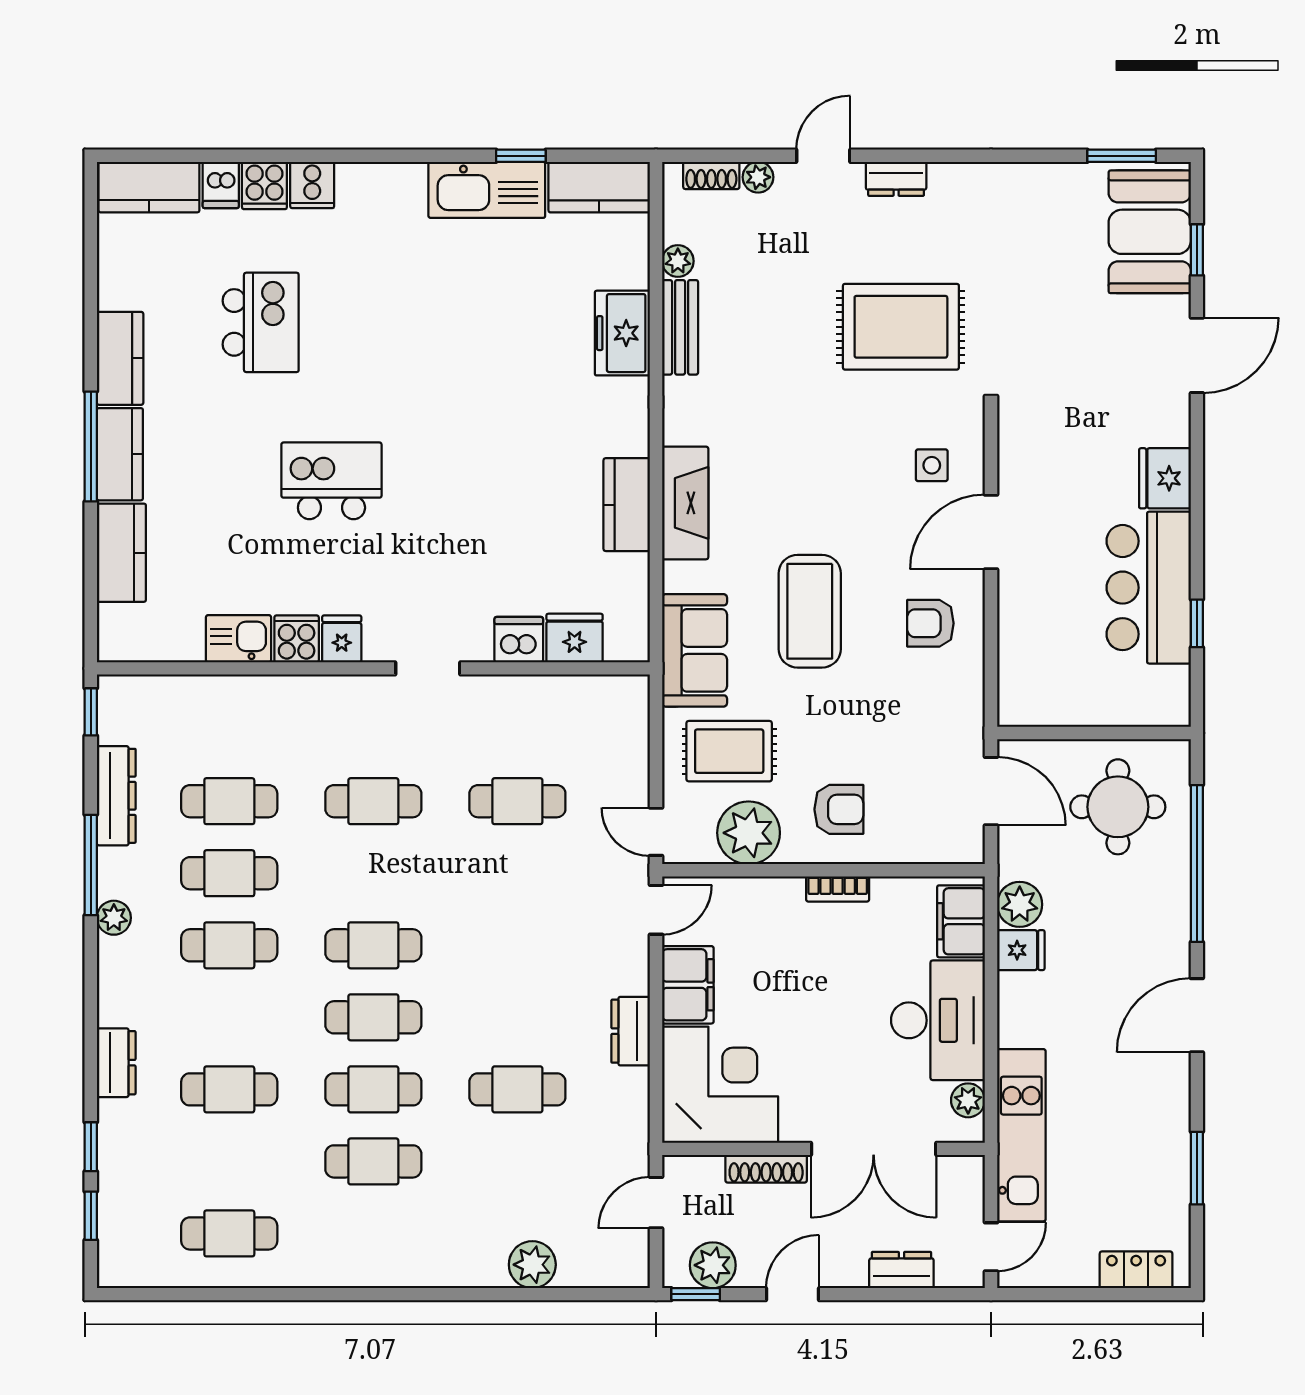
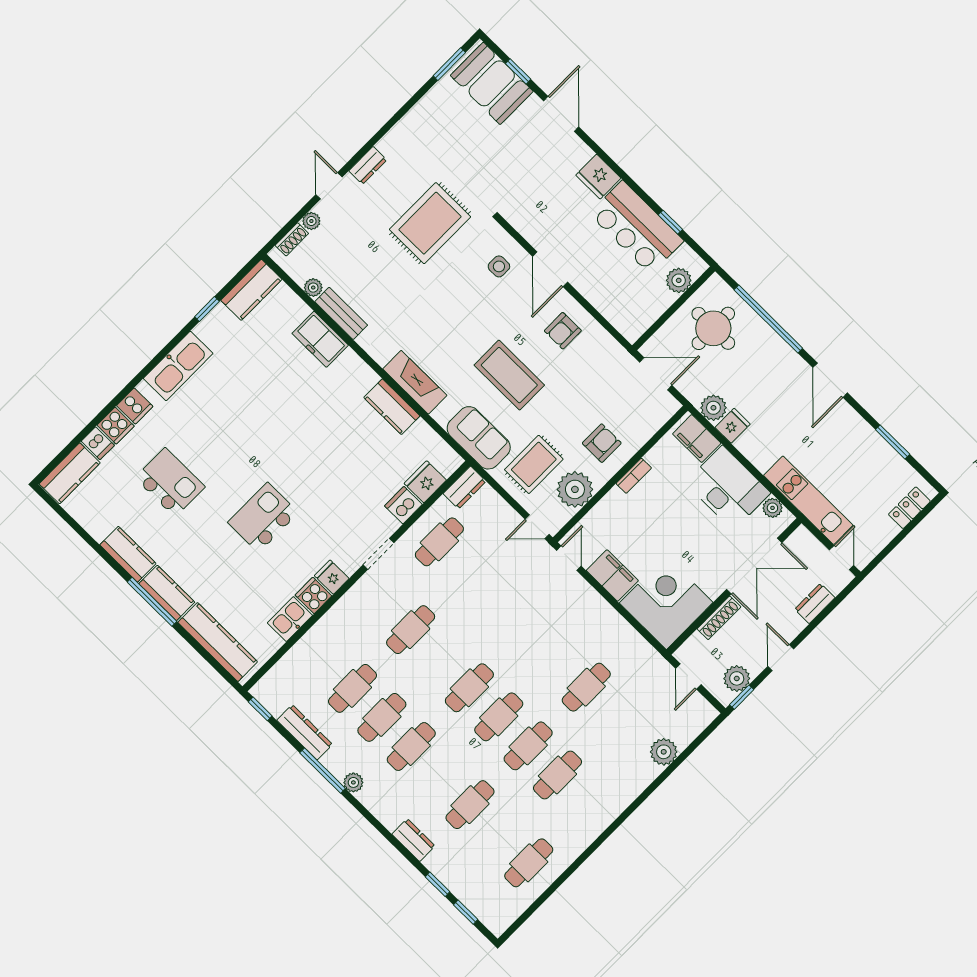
kitchen sink: (487, 190) -> (178, 366), moved
kitchen counter: (121, 553) -> (218, 642), width x1.50
plant: (1135, 705) -> (679, 280), added
cafe table: (517, 801) -> (439, 542), moved
dresser: (631, 1031) -> (465, 488), moved, turned -90

